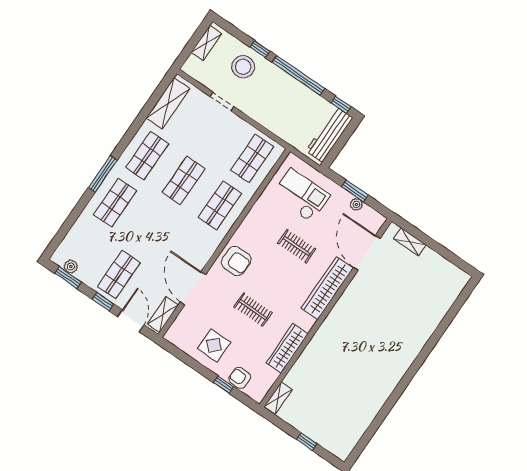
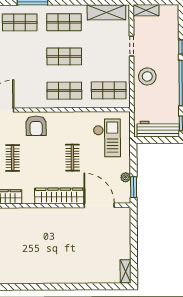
shelving: (206, 43) -> (146, 10), moved
stool: (243, 67) -> (147, 76), moved
window: (355, 191) -> (134, 187), moved
shelving: (410, 242) -> (126, 271), moved
door: (367, 253) -> (99, 205), hinge flipped

